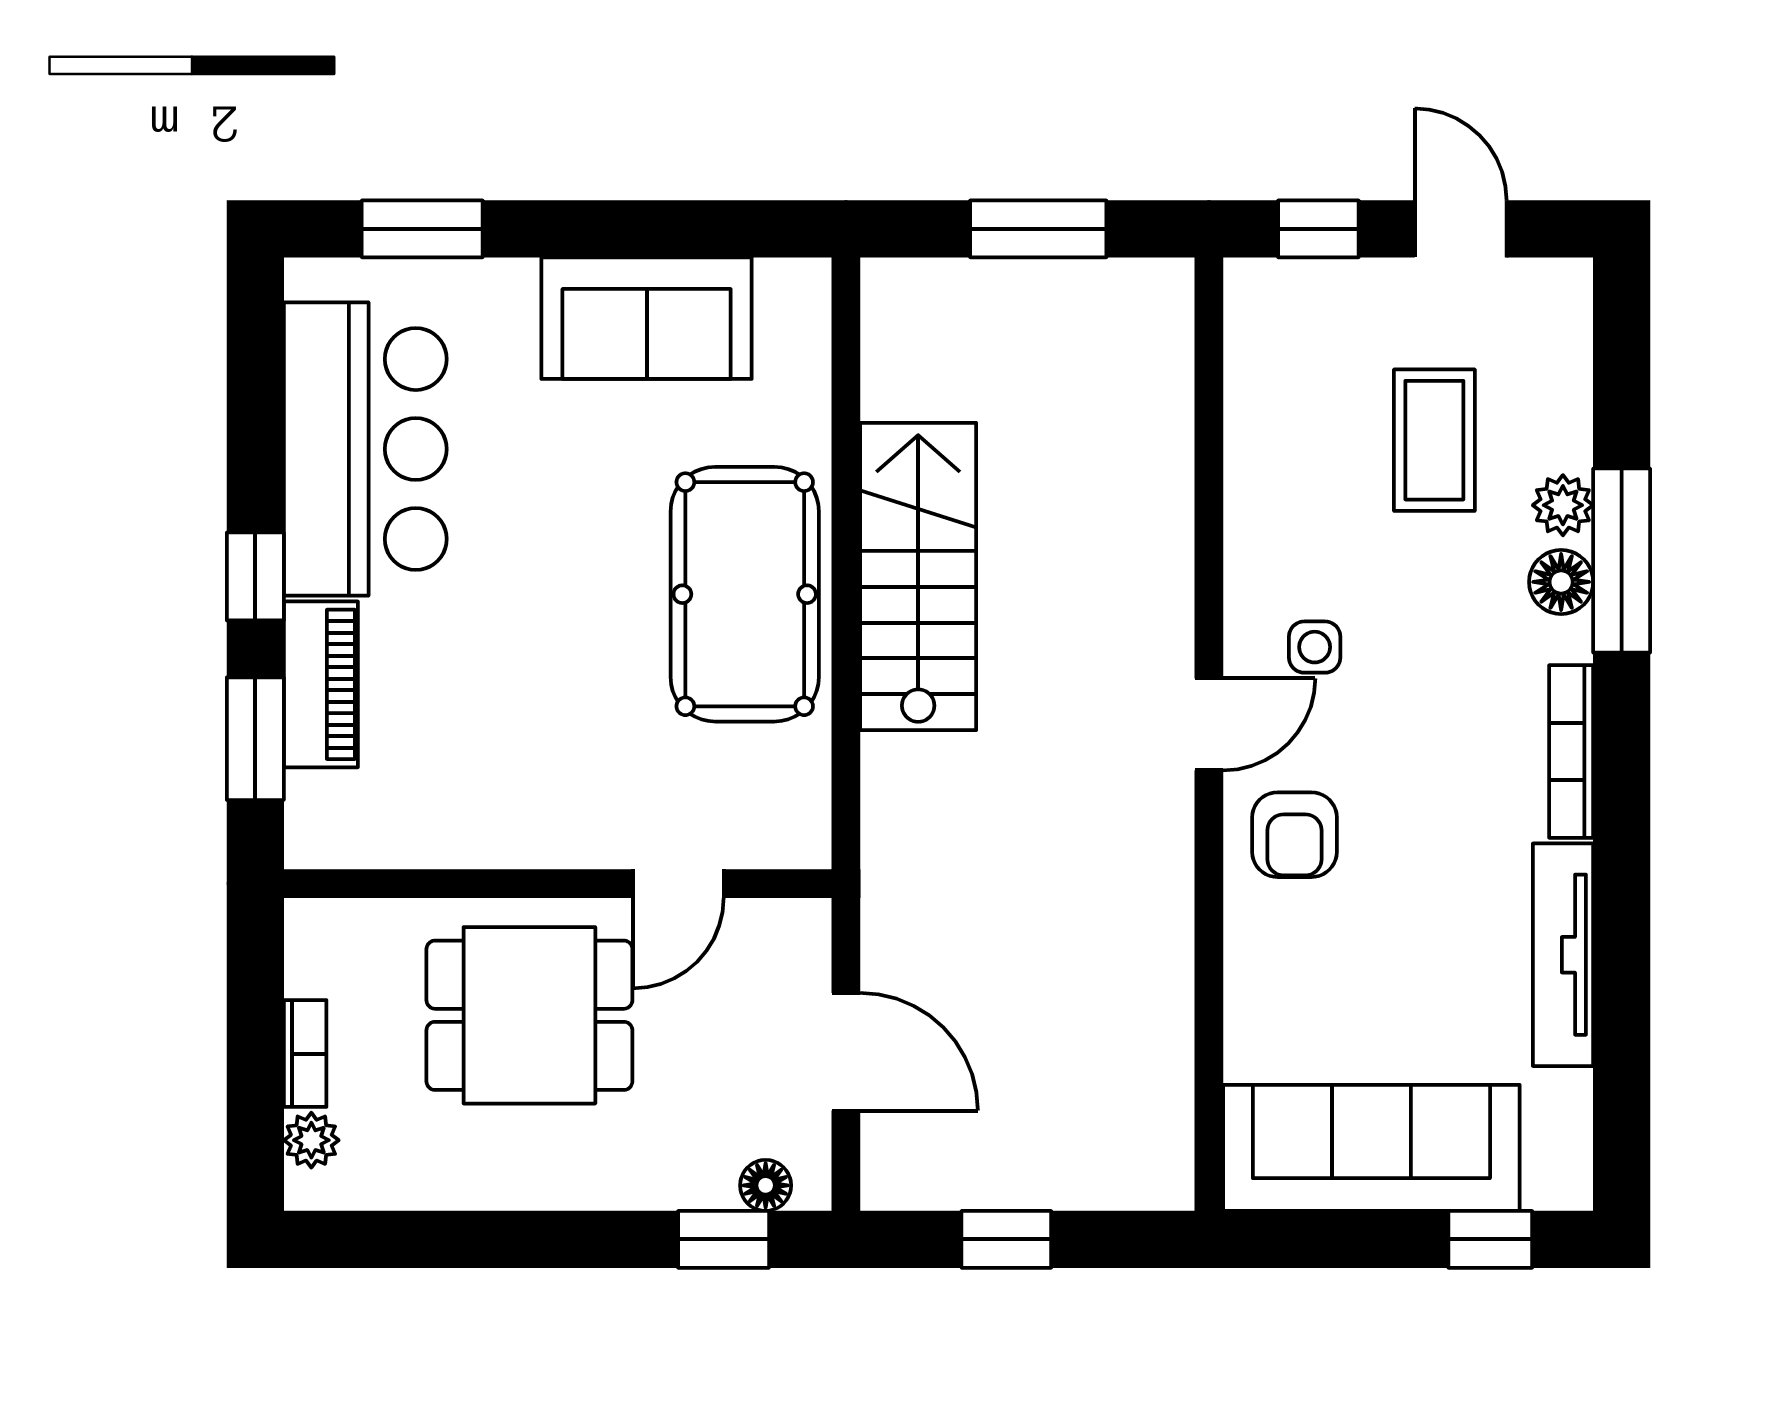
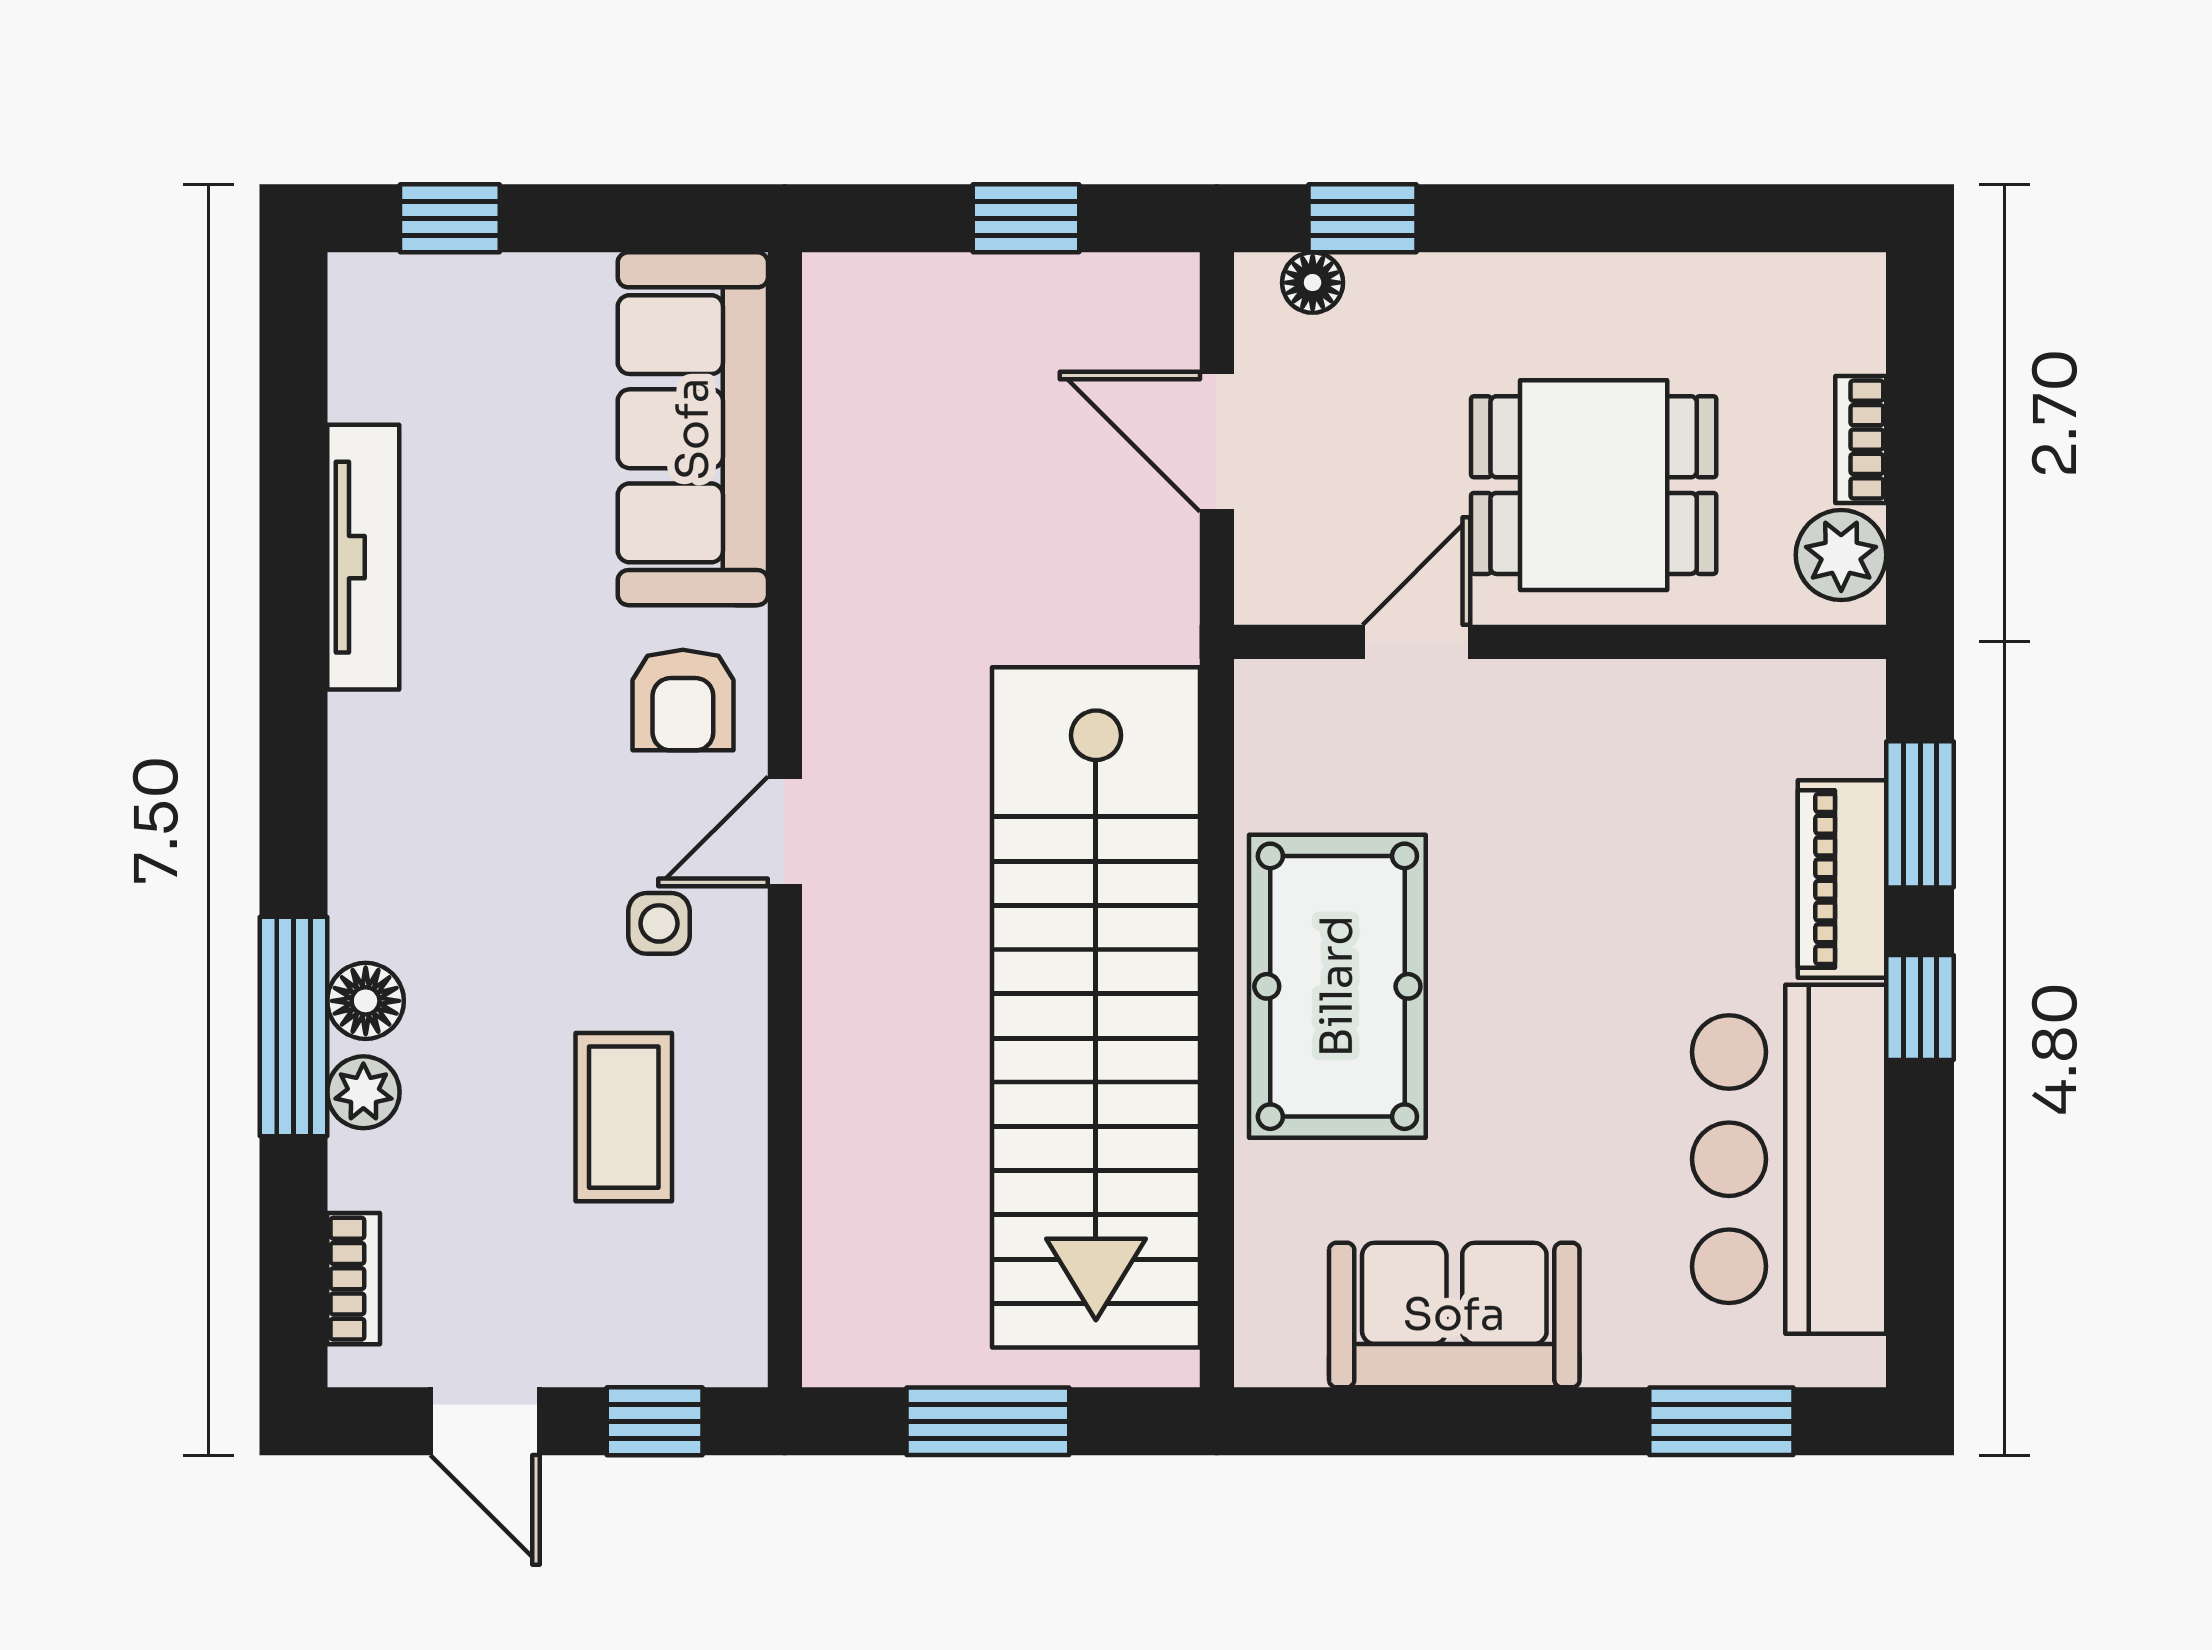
coffee table: (1434, 440) -> (624, 1117), moved
stairs: (918, 576) -> (1096, 1007), width x1.86, depth x1.51
bookcase: (1571, 751) -> (354, 1279), moved, width x0.64
armchair: (1294, 835) -> (683, 700), turned 180
plant: (311, 1140) -> (1841, 555), moved, width x1.38, depth x1.38
sofa: (1371, 1148) -> (693, 429), moved, turned 90

